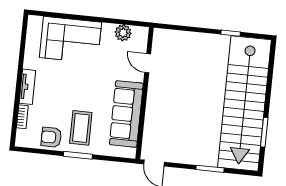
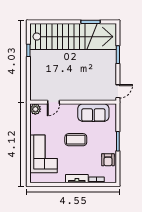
plant: (123, 33) -> (35, 109), moved
sofa: (126, 114) -> (93, 113), width x0.73
coffee table: (81, 128) -> (76, 140), moved

